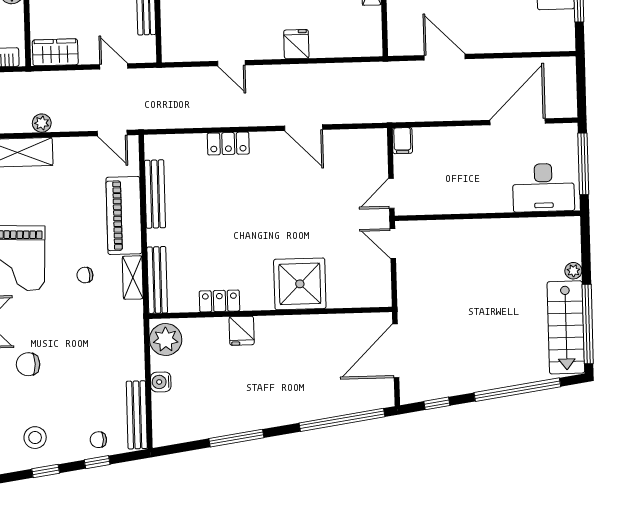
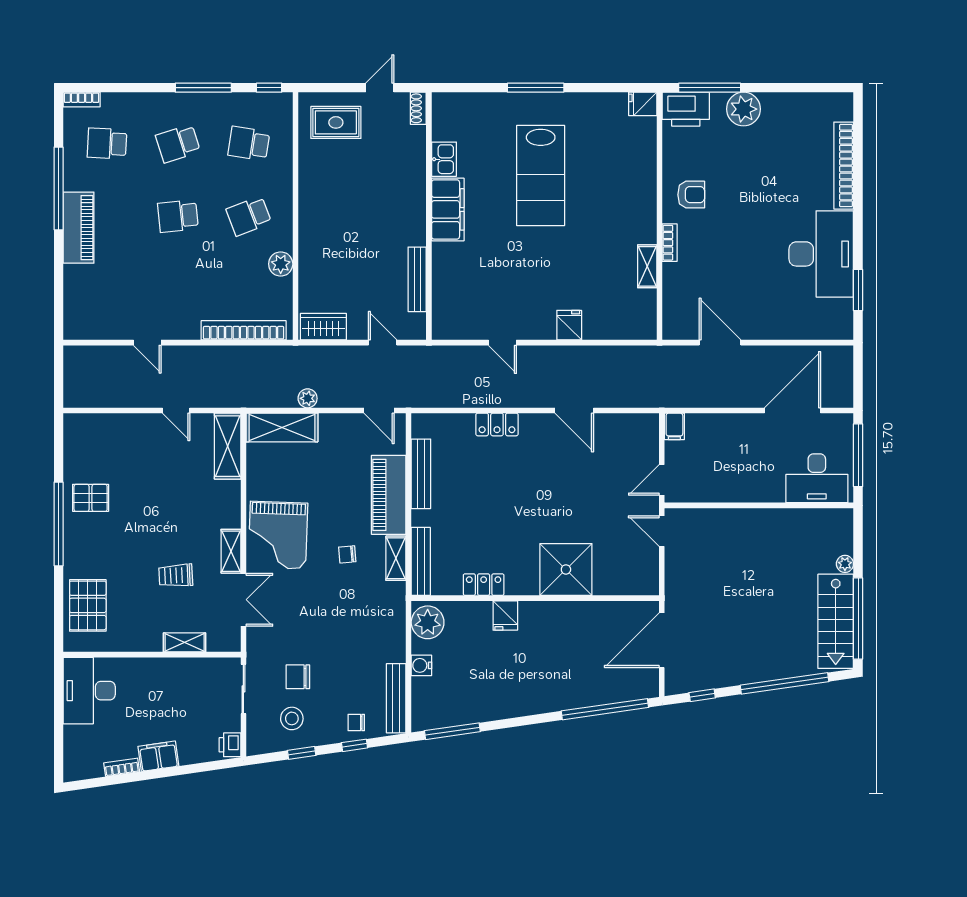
chair: (28, 364) -> (298, 677), moved
window: (236, 438) -> (452, 731), moved

